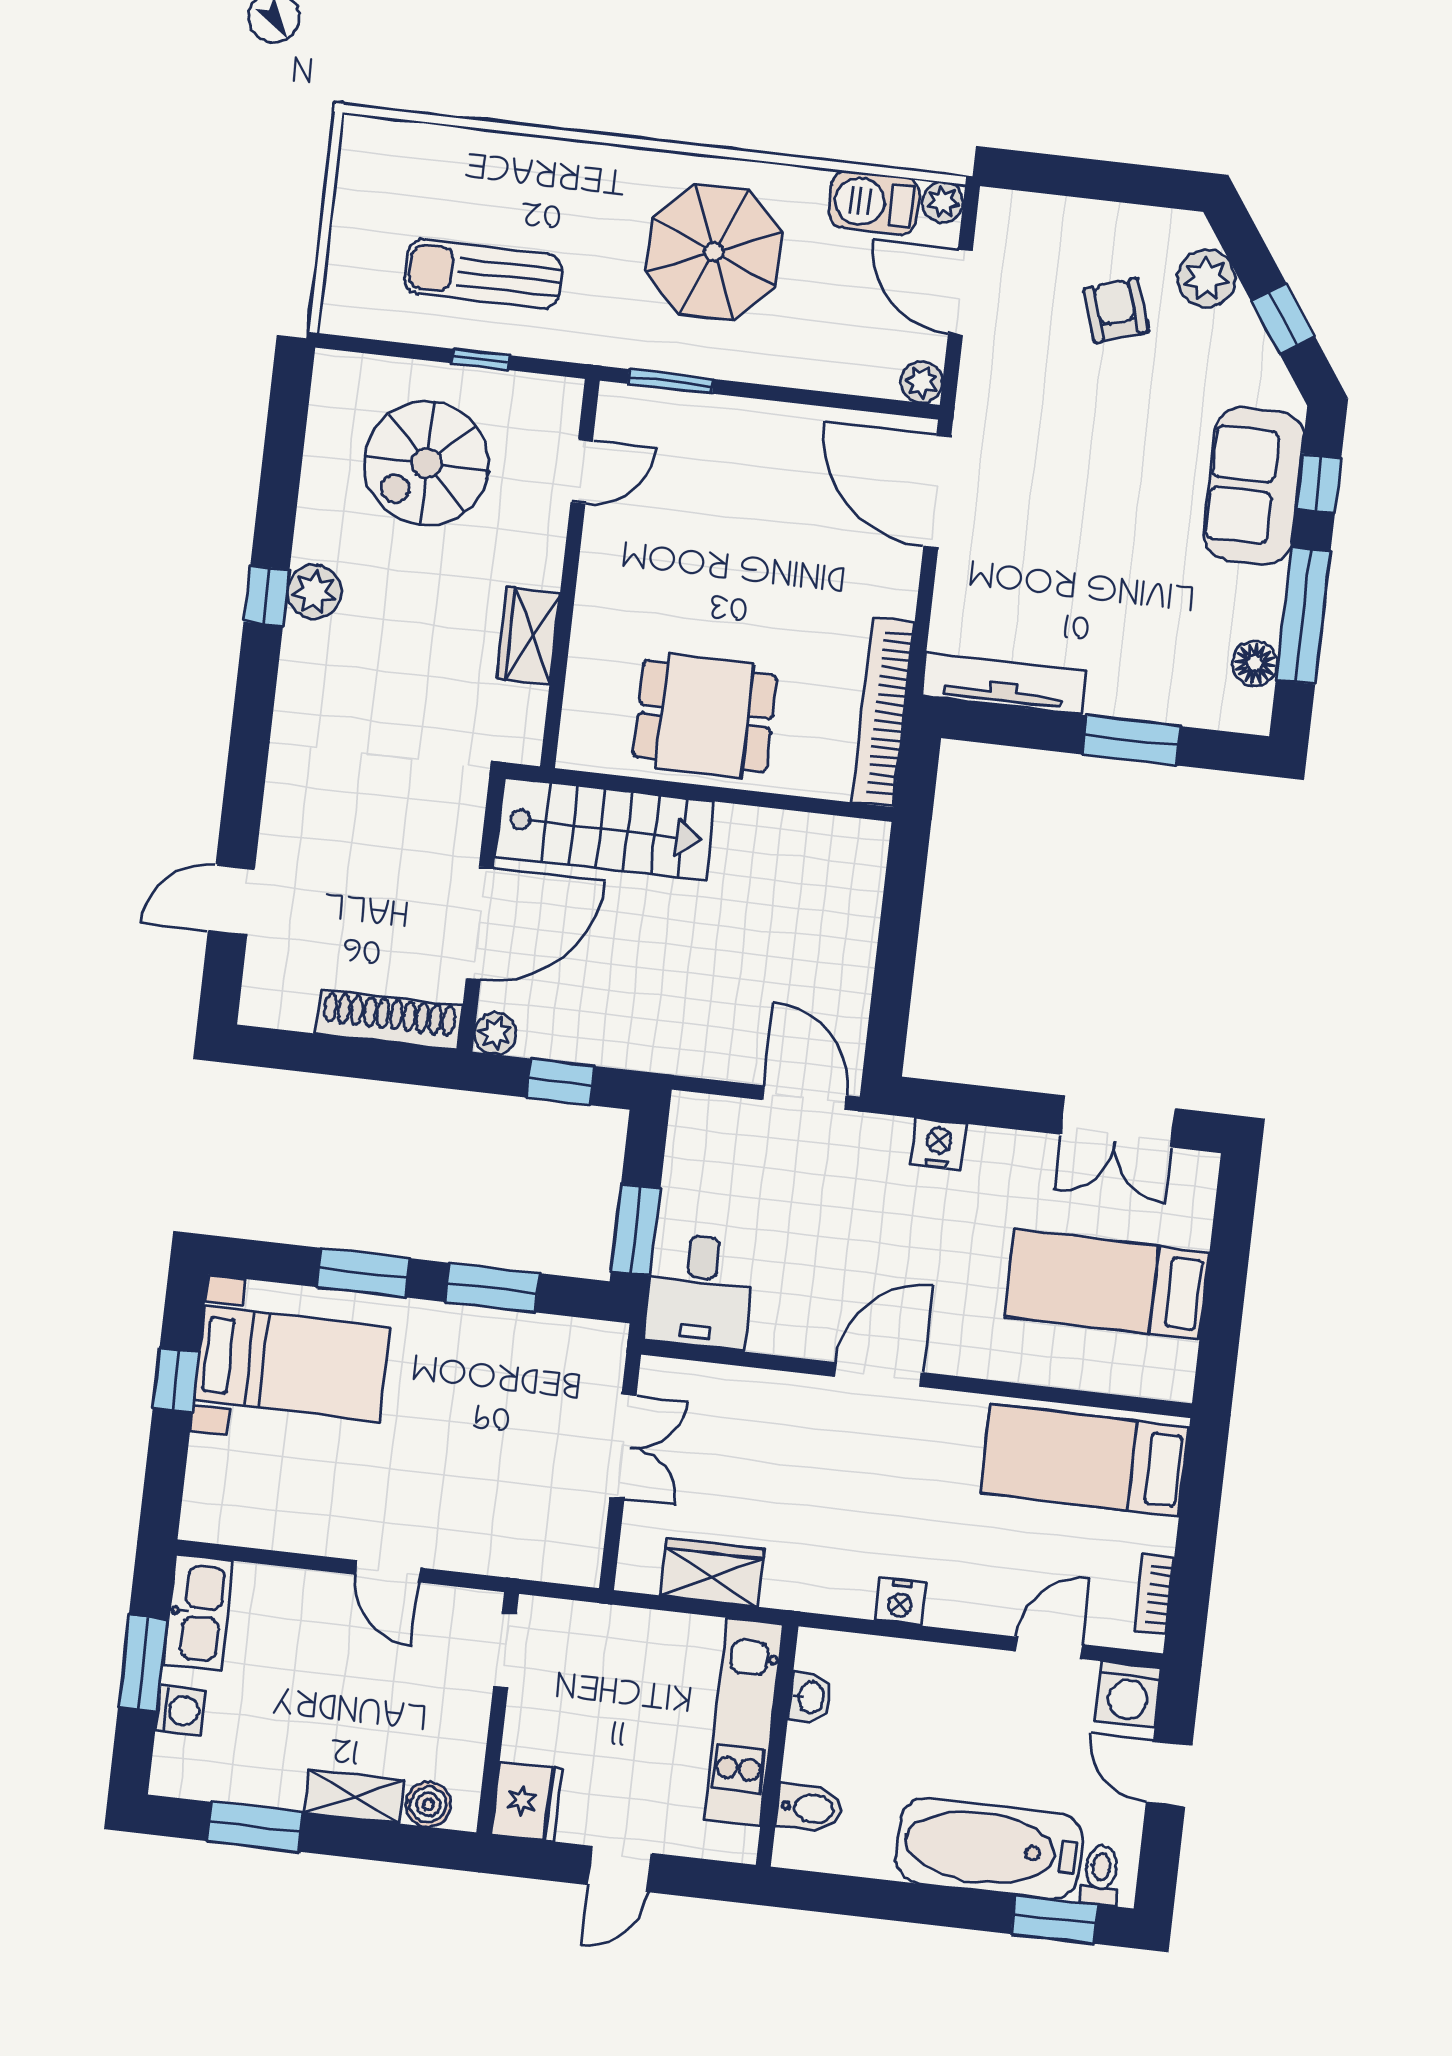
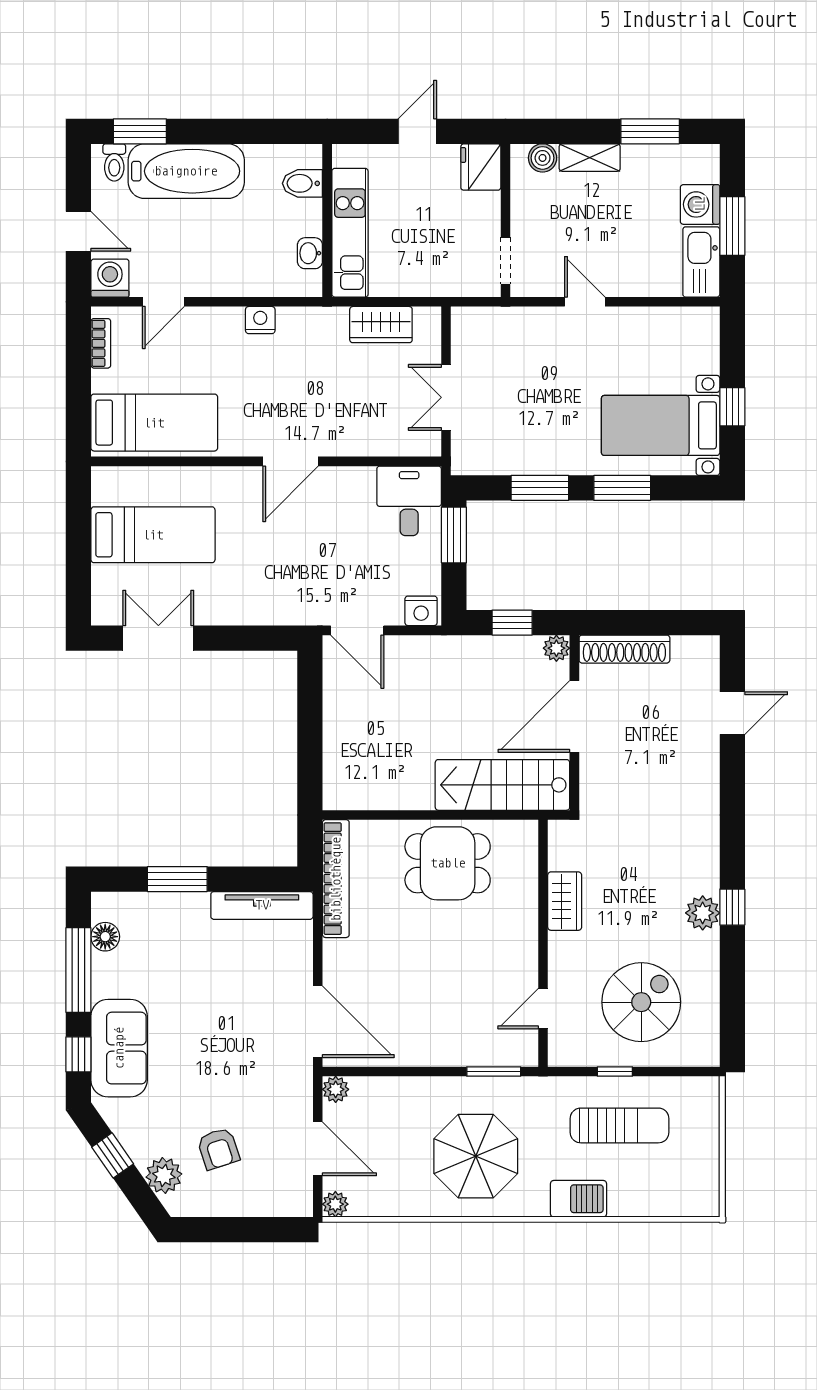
barbecue: (874, 203) -> (578, 1199), moved
nightstand: (939, 1144) -> (421, 611), moved
washing machine: (180, 1710) -> (700, 204), width x1.38, depth x1.38

